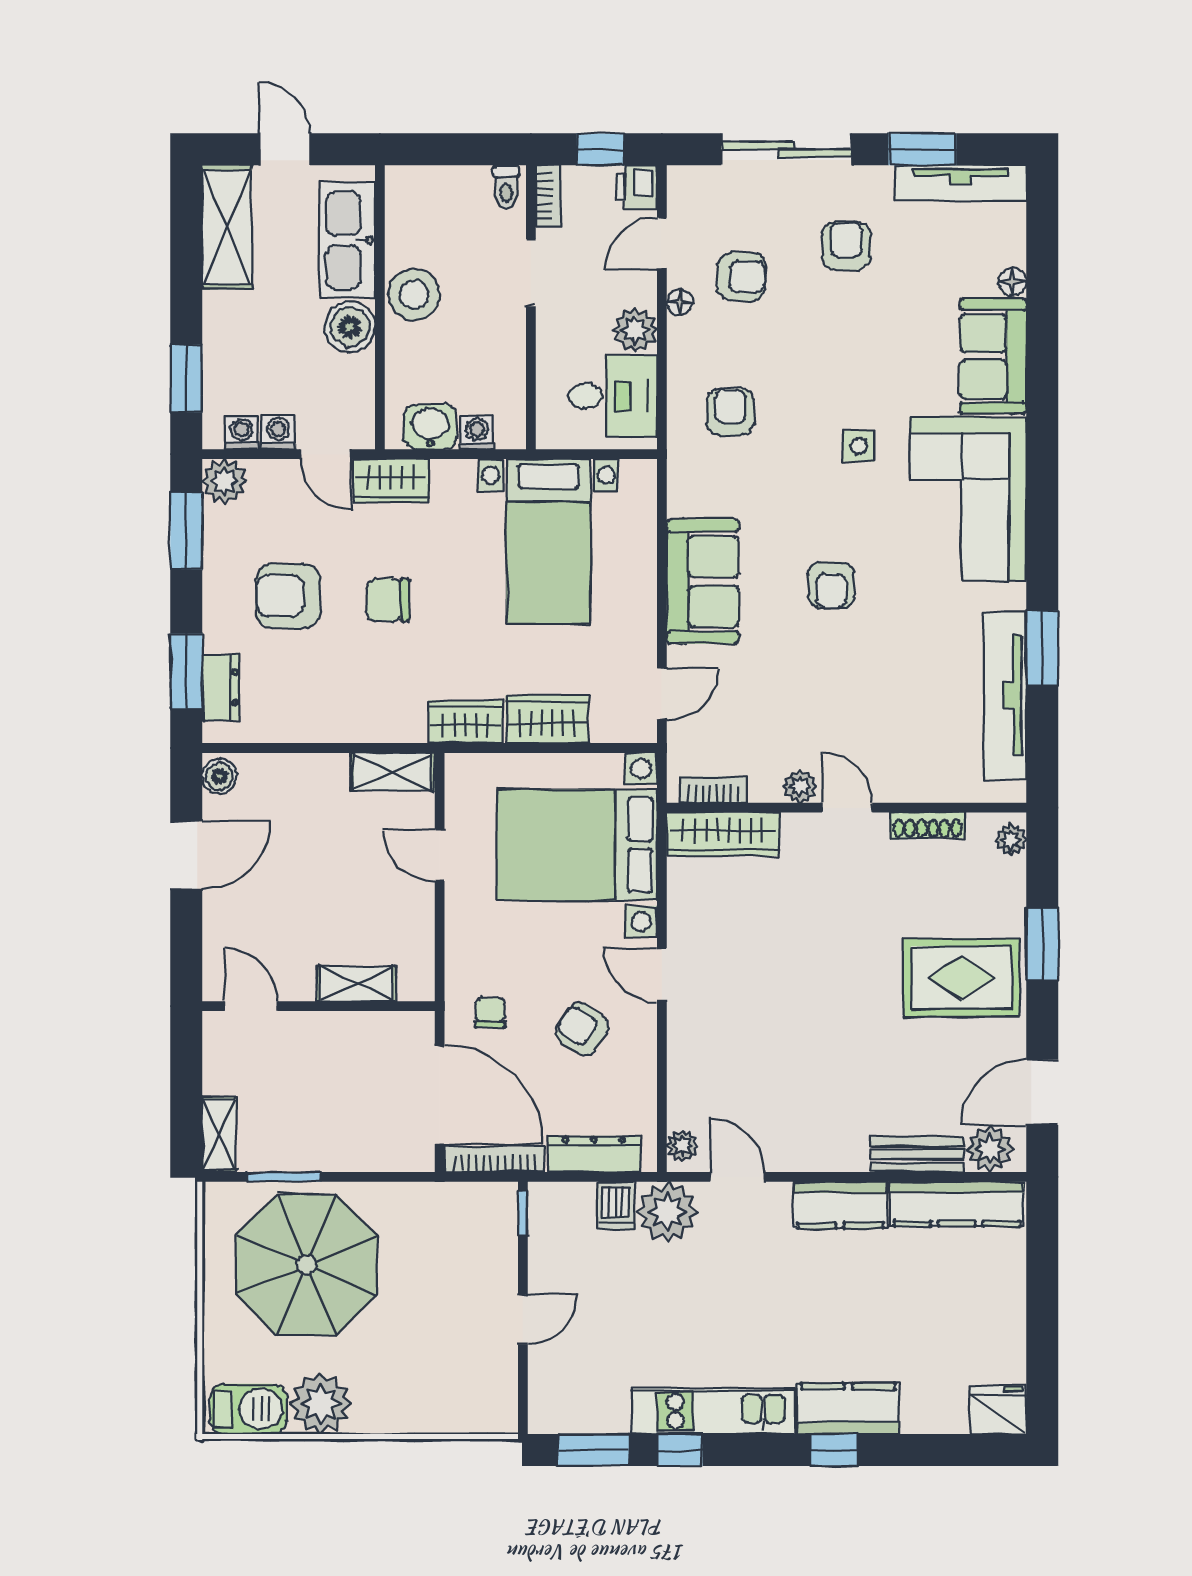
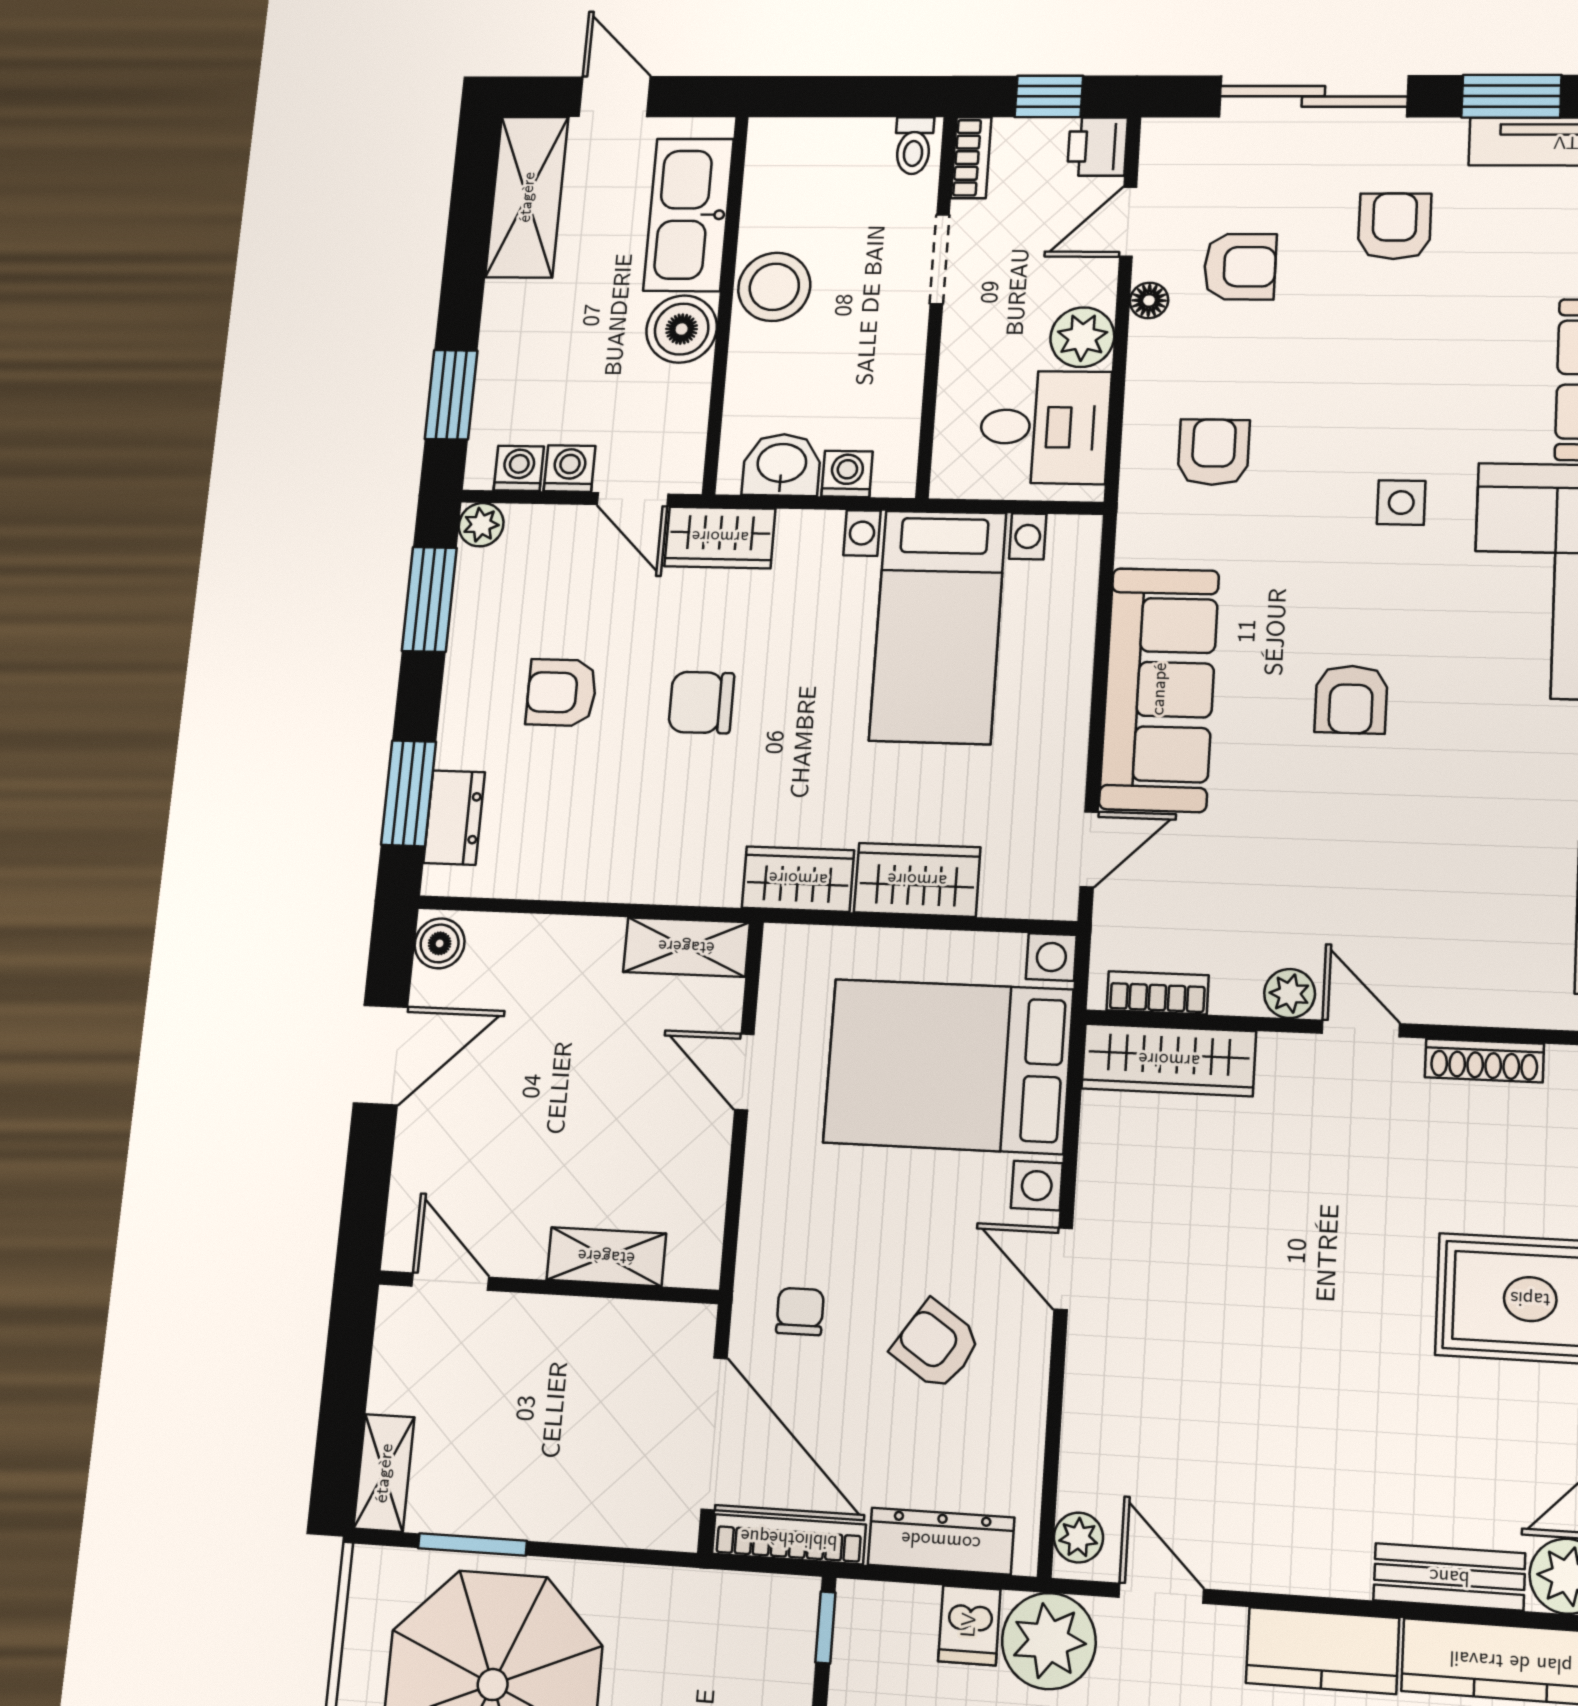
plant: (224, 481) -> (481, 525), width x0.73, depth x0.73
sofa: (703, 581) -> (1159, 689), width x1.36
armchair: (288, 596) -> (561, 692), width x0.72, depth x0.72

